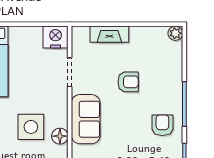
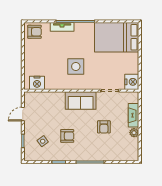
plant: (175, 33) -> (134, 133), moved
armchair: (162, 125) -> (67, 136), moved
floor lamp: (60, 136) -> (70, 84), removed

